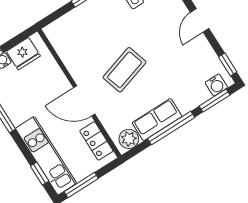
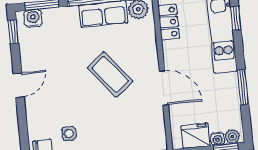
coffee table: (125, 70) -> (110, 75), turned 68
door: (84, 101) -> (164, 88), moved

